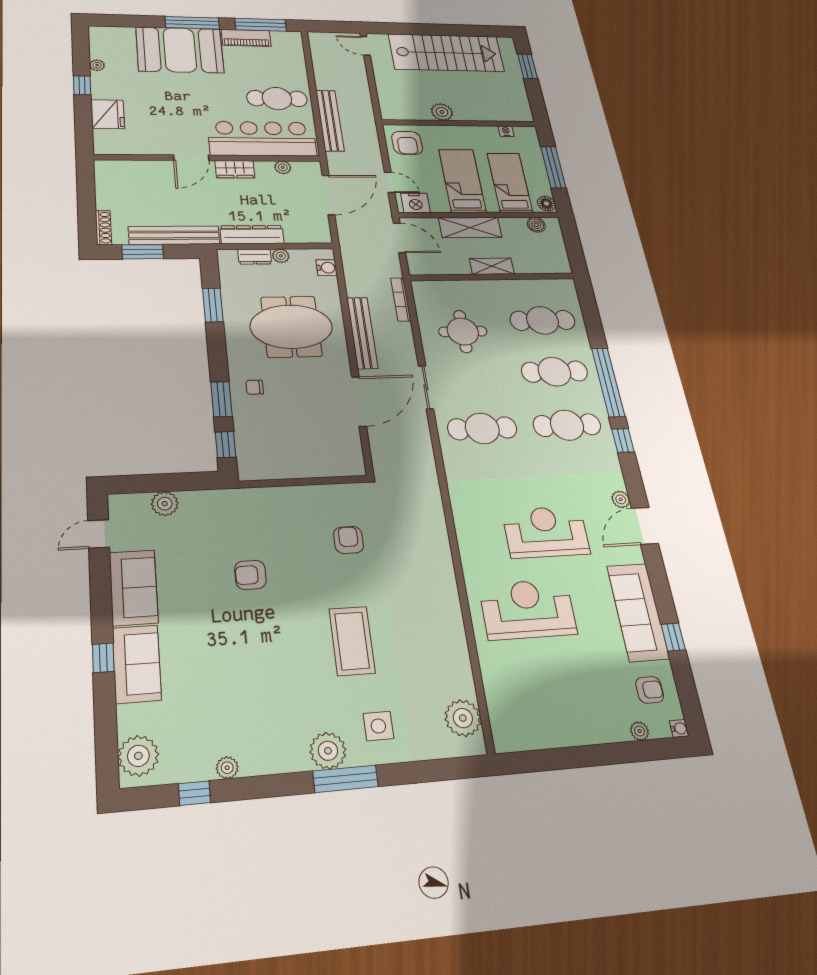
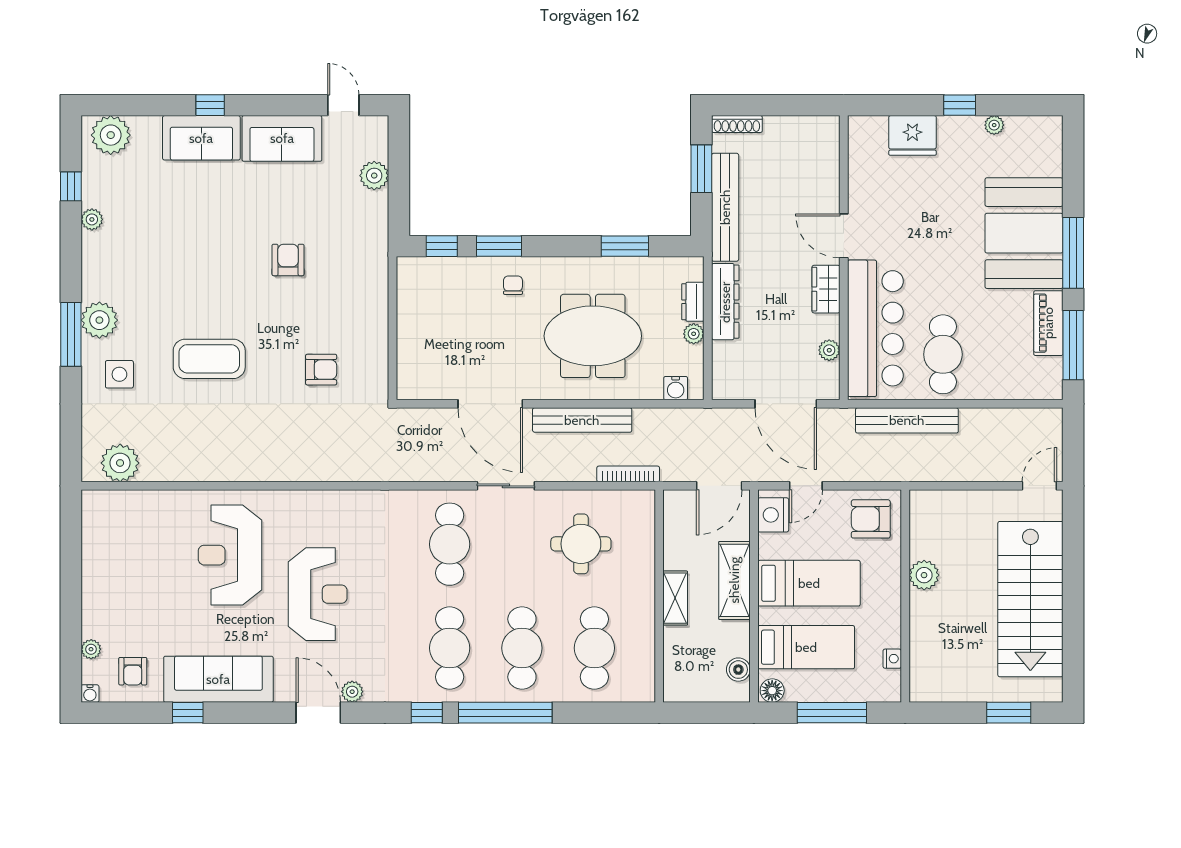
meeting table: (291, 327) -> (593, 336), turned 90
reception desk: (528, 609) -> (230, 555), turned 180

